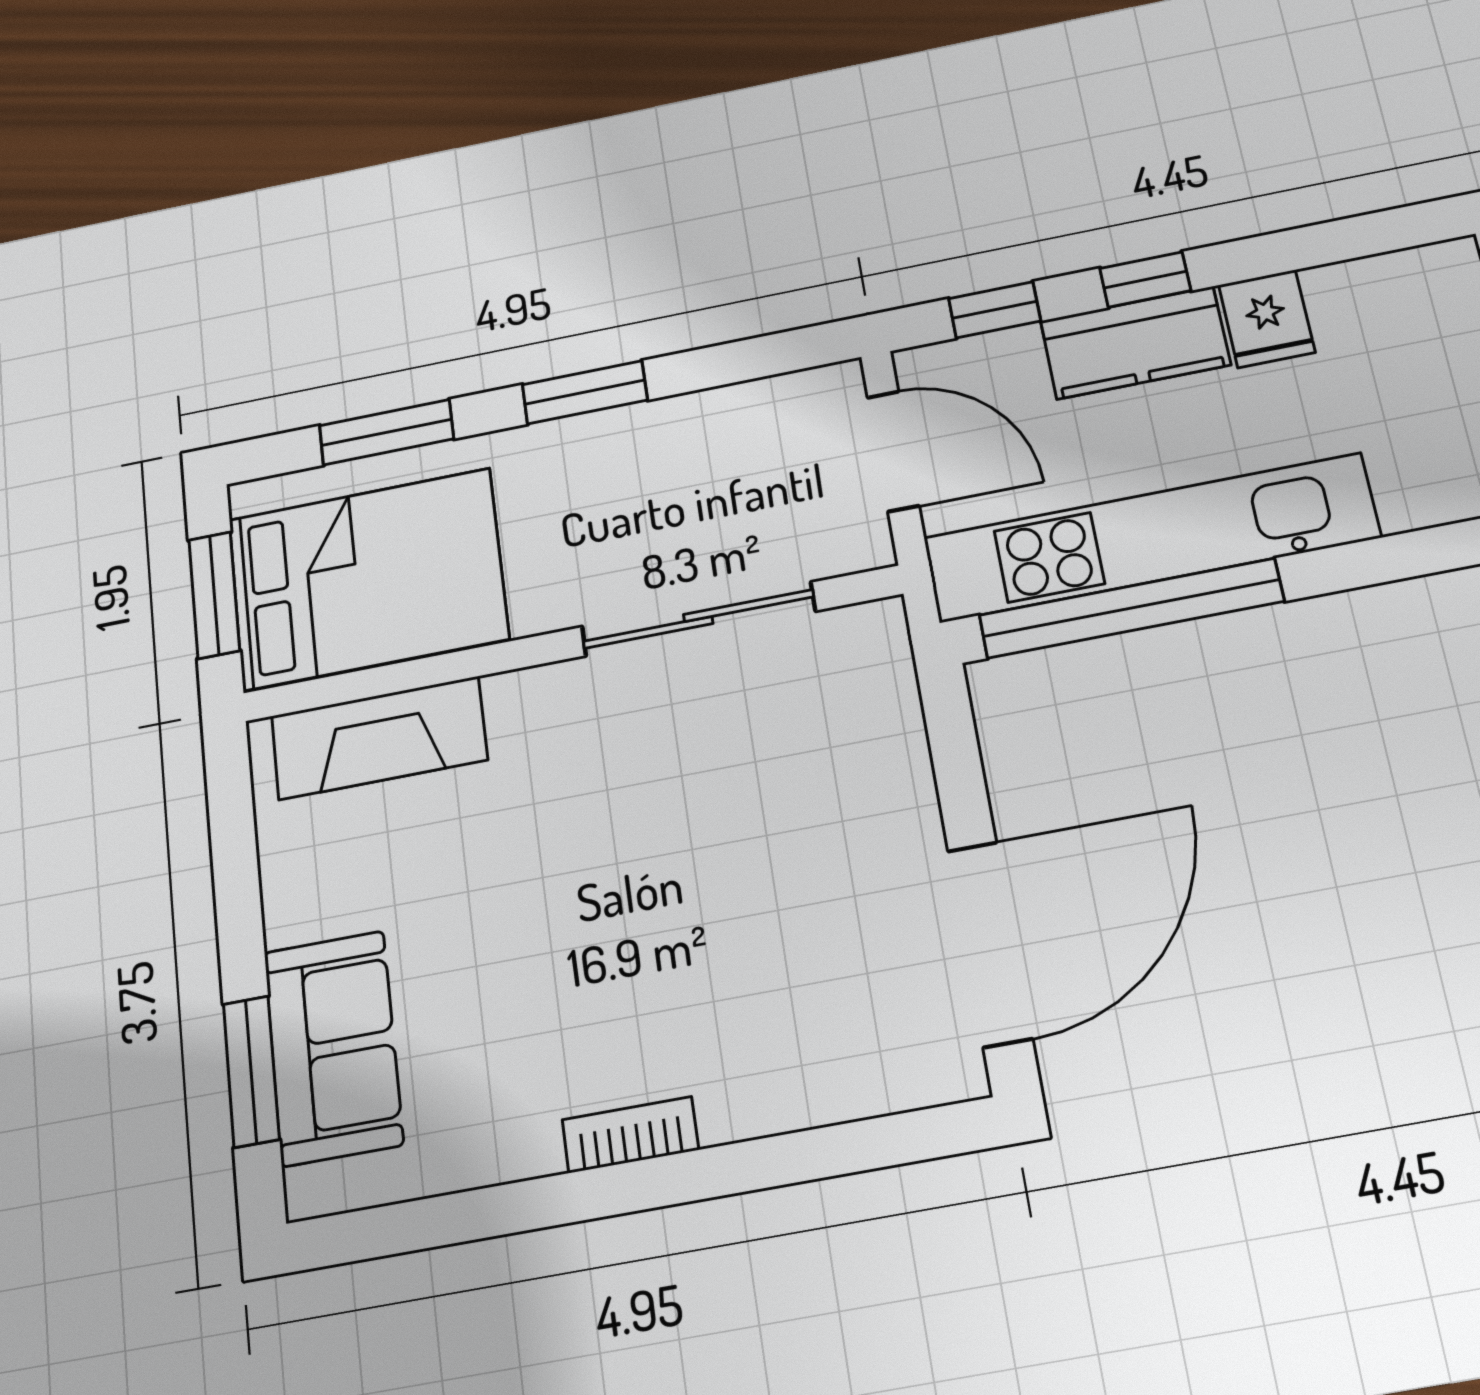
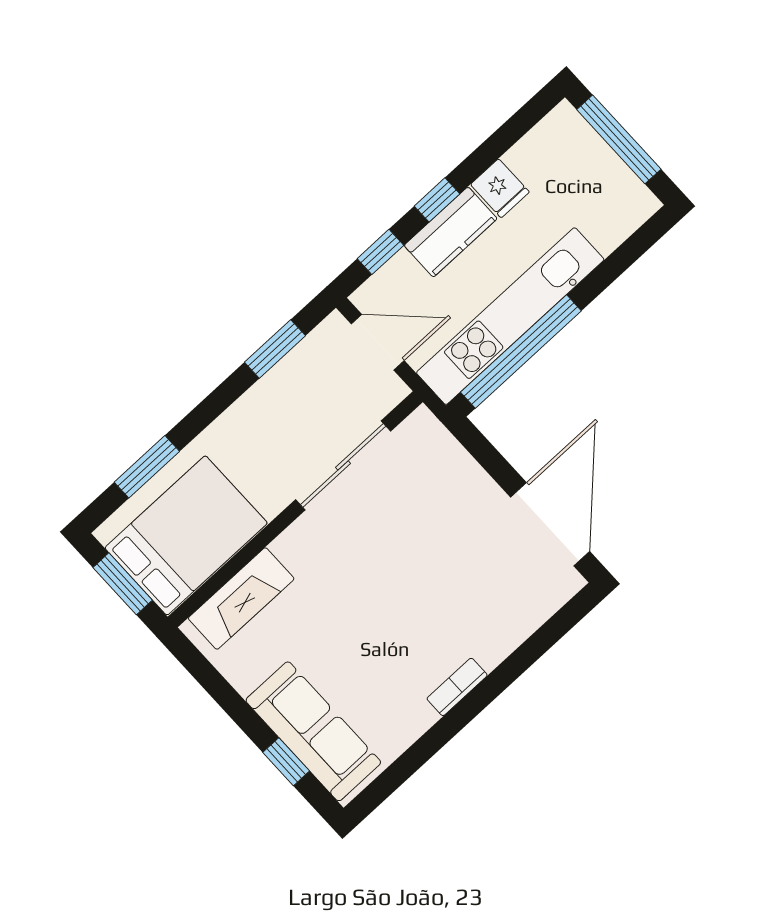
window: (585, 392) -> (275, 349), moved
sofa: (333, 1048) -> (313, 731), width x1.36
window: (251, 1071) -> (286, 762), width x0.67

